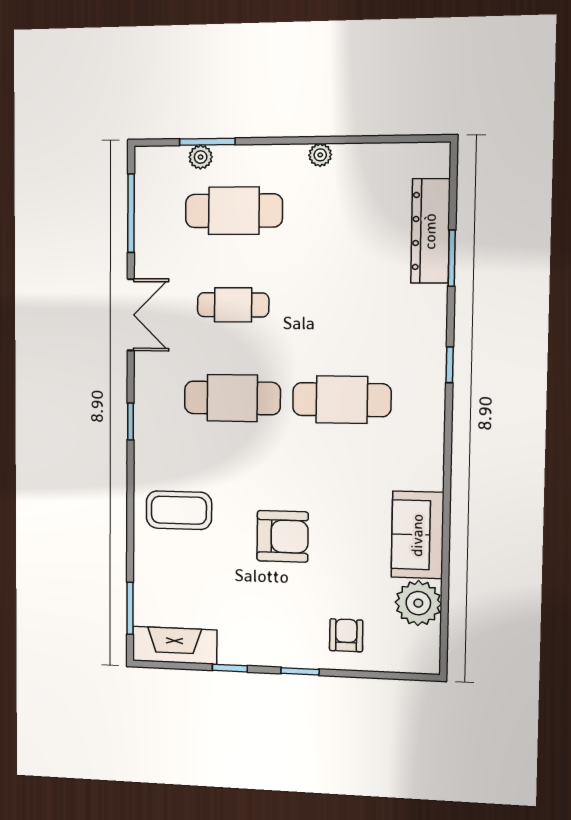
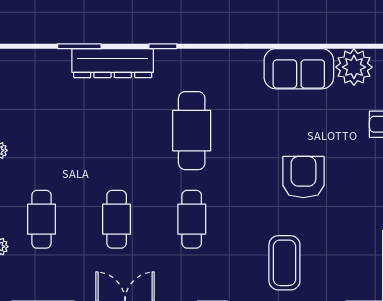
cafe table: (234, 211) -> (41, 219), width x0.73, depth x0.74
dresser: (430, 231) -> (113, 63), moved
cafe table: (232, 398) -> (192, 219), width x0.73, depth x0.74

